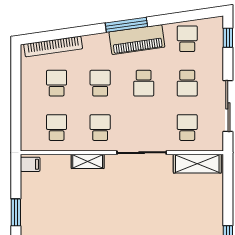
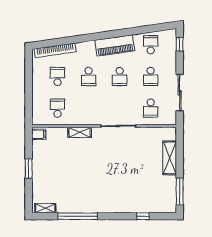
window: (126, 25) -> (107, 35), removed
school desk: (100, 83) -> (89, 76), turned 180
school desk: (100, 128) -> (89, 108), removed
school desk: (187, 128) -> (151, 108), turned 180
shelving: (197, 164) -> (170, 158), moved, turned 90

